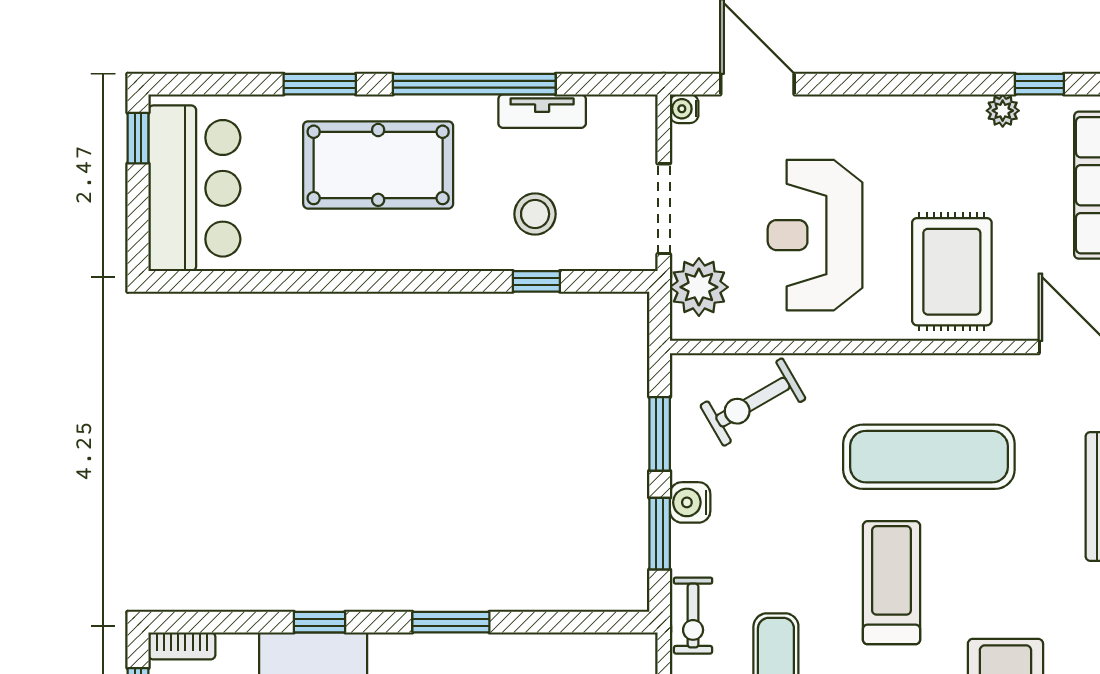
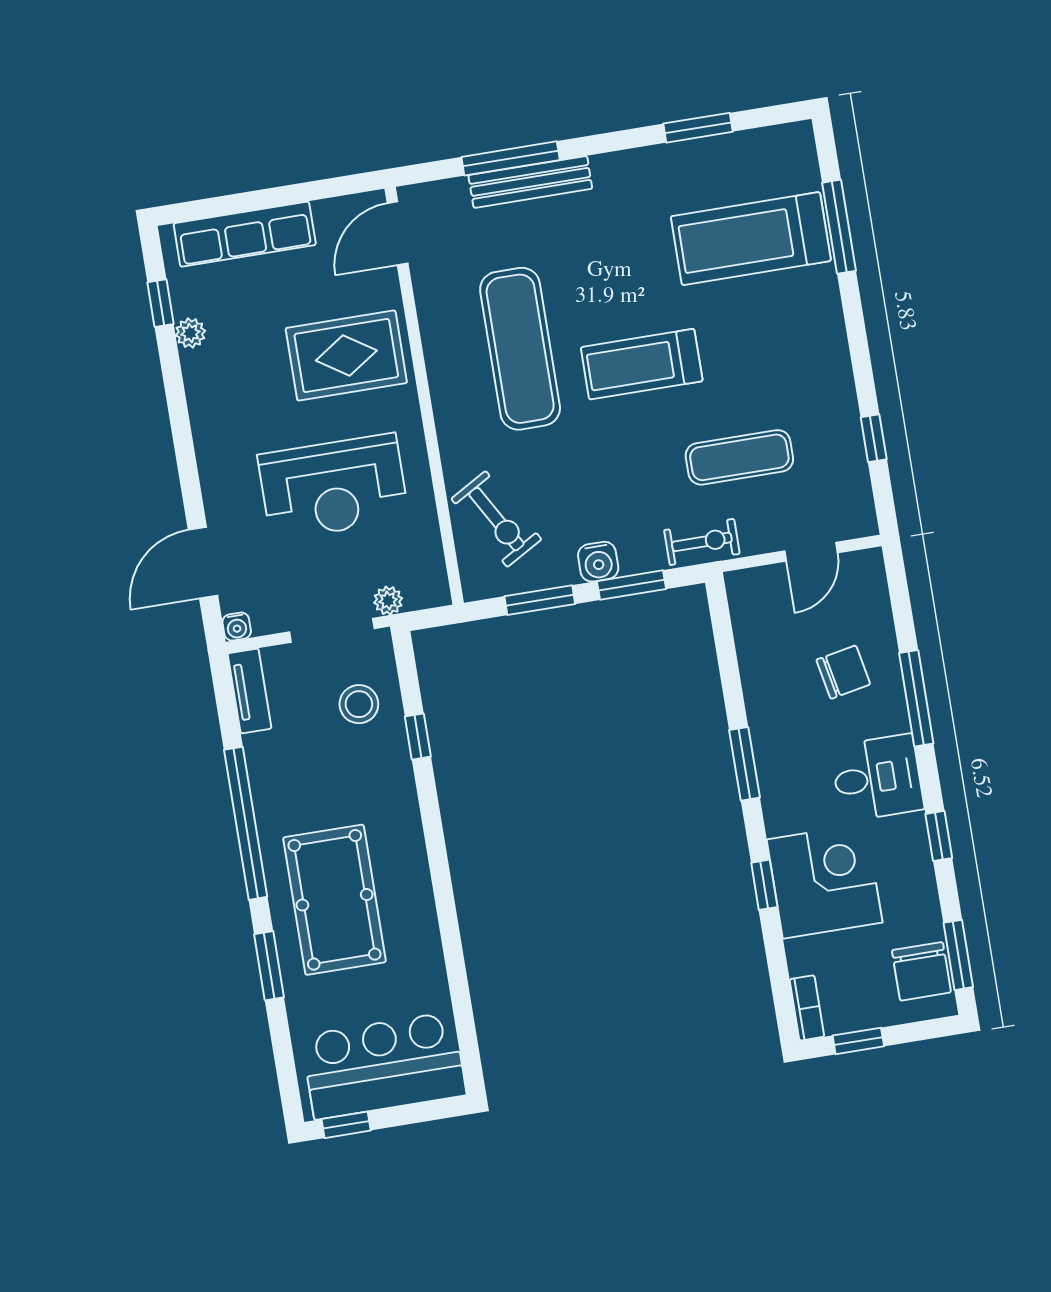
tv unit: (542, 111) -> (250, 691), moved
stool: (535, 214) -> (359, 704), moved
plant: (699, 287) -> (388, 601), width x0.53, depth x0.53

